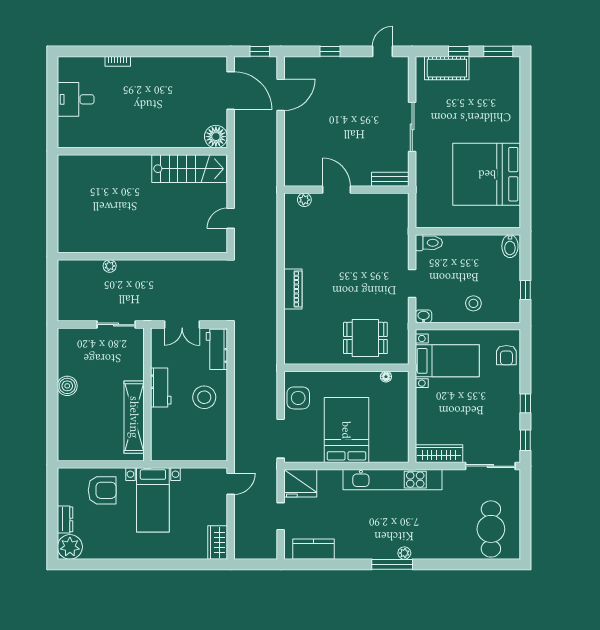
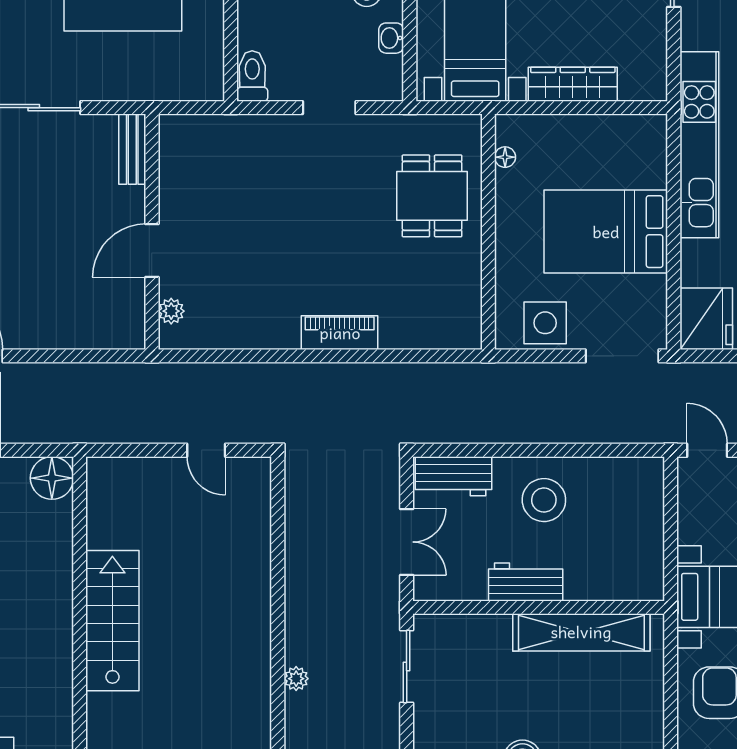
stairs: (189, 169) -> (112, 621), moved
washbasin: (424, 316) -> (391, 38), moved
wardrobe: (439, 454) -> (573, 84), moved, turned 90

